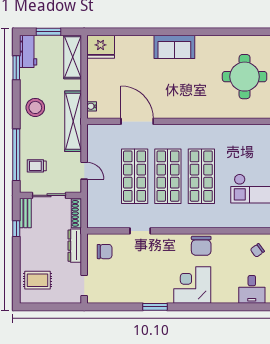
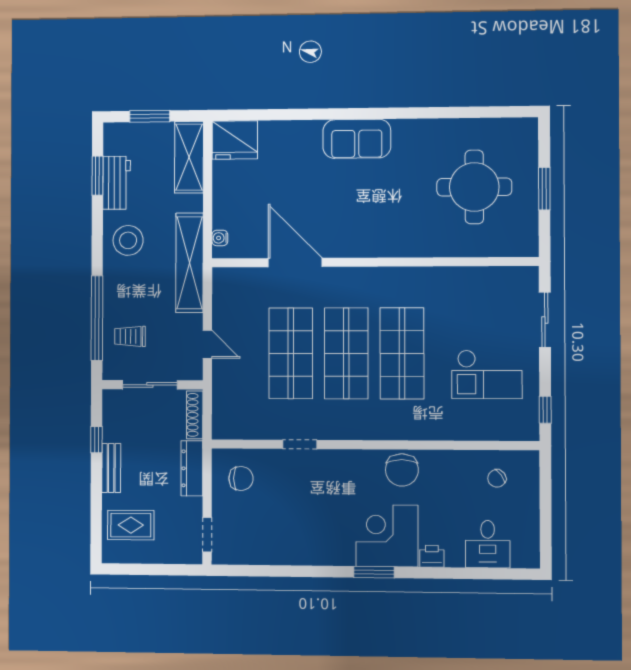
workbench: (28, 51) -> (117, 183), moved
bench: (25, 213) -> (111, 468), moved
printer: (219, 297) -> (432, 556), added
window: (155, 307) -> (374, 572), moved

